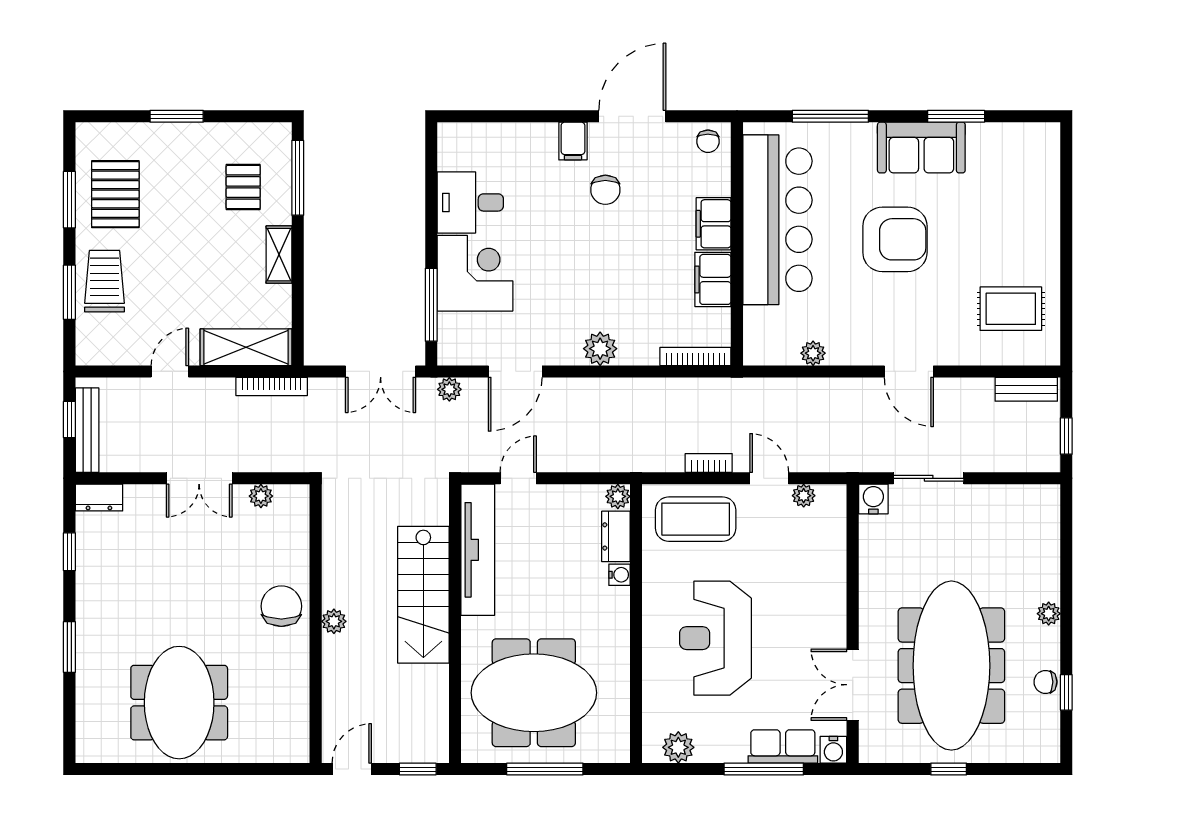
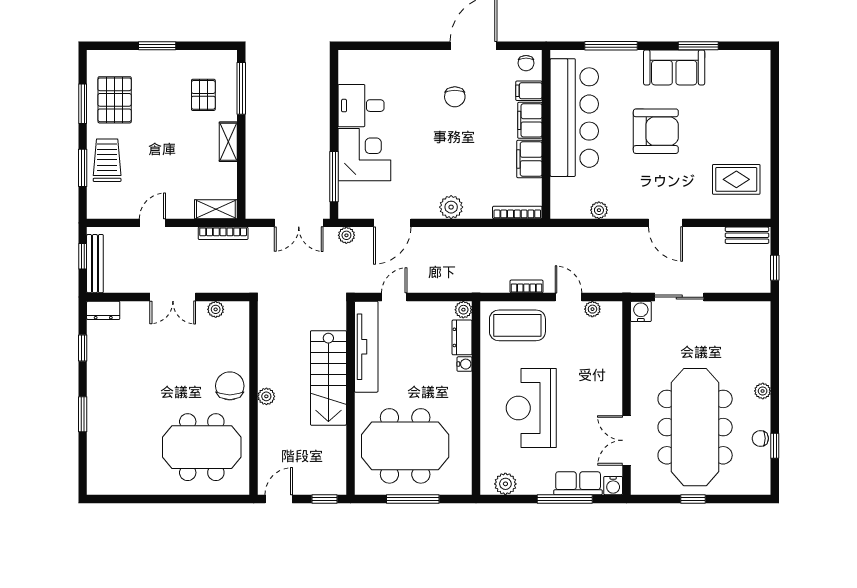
filing cabinet: (573, 141) -> (529, 91), moved, turned 90
shelving: (246, 347) -> (216, 209), width x0.67, depth x0.75
meeting table: (179, 703) -> (202, 447), moved, turned 90

